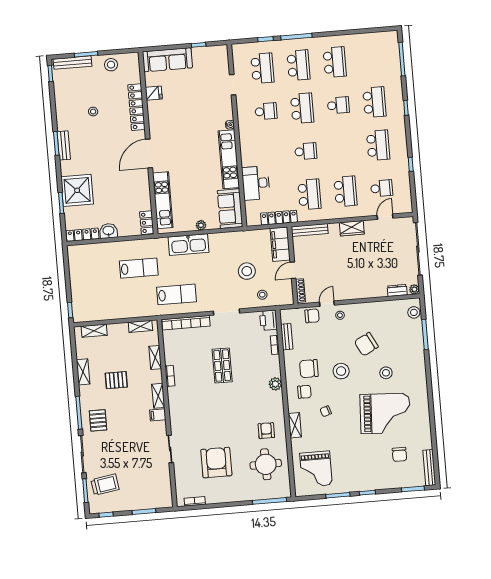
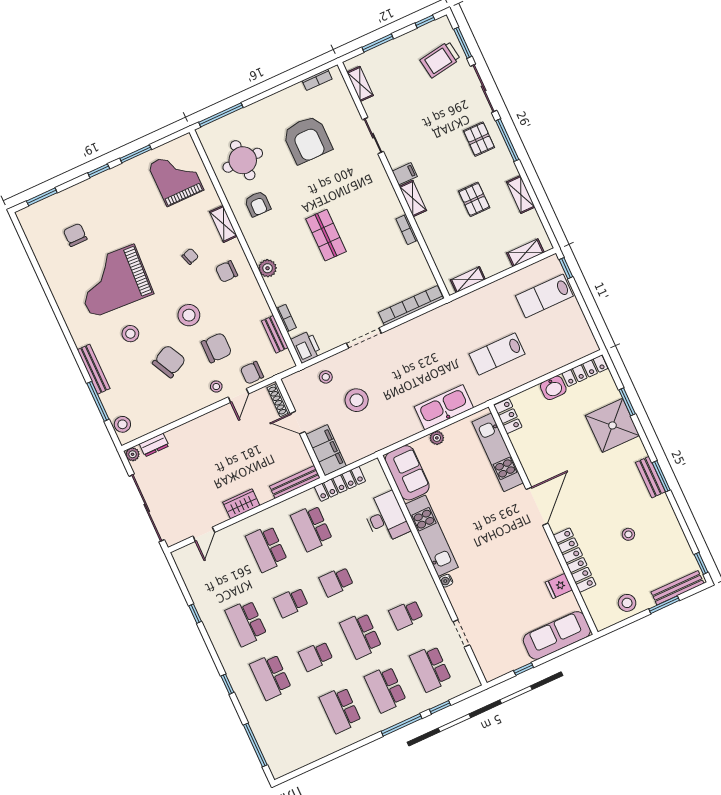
school desk: (382, 188) -> (291, 602), moved
door: (293, 270) -> (298, 423), swing flipped
lab bench: (177, 294) -> (544, 296), moved
shelving: (155, 358) -> (360, 84), moved
shop shelf: (222, 365) -> (326, 235), moved
chair: (309, 369) -> (216, 348), moved
pallet: (116, 380) -> (474, 199), turned 90
bench: (429, 468) -> (94, 369), moved

